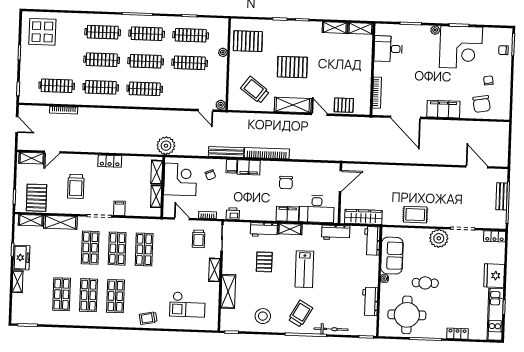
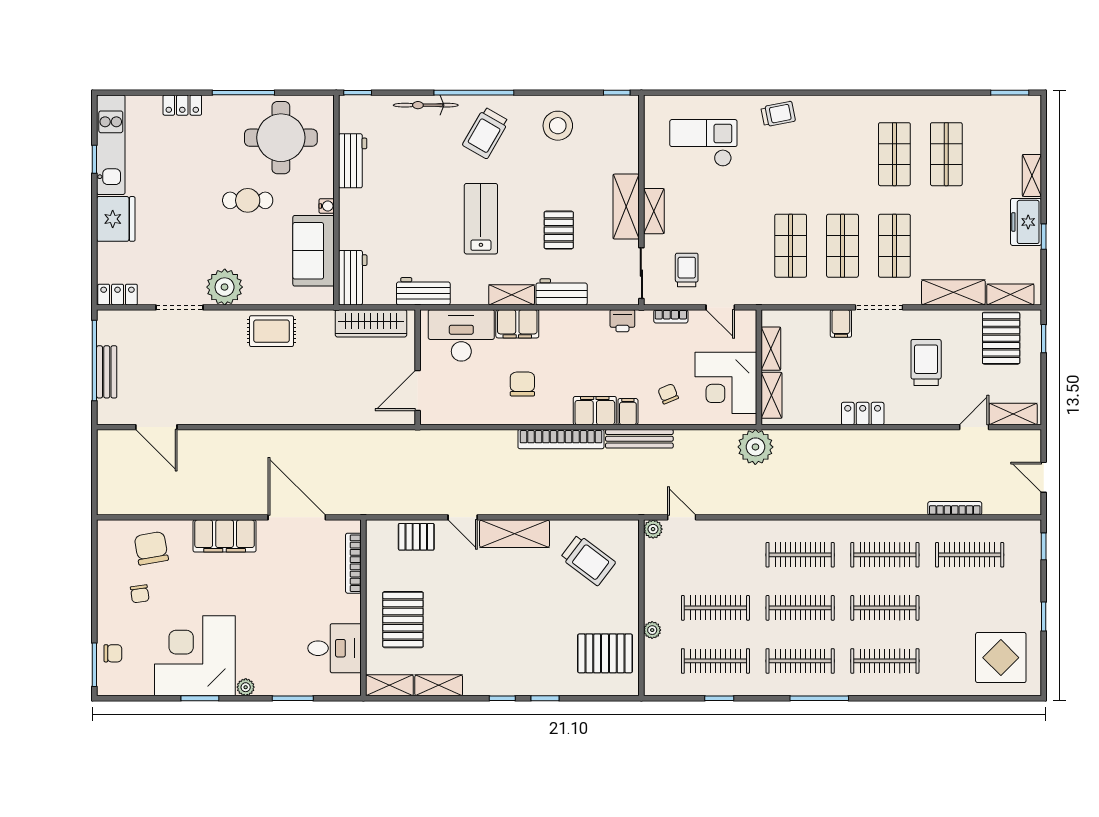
pallet: (292, 67) -> (403, 620), moved, turned 90
shelving: (228, 291) -> (626, 207), moved
shop shelf: (115, 296) -> (843, 154), removed

